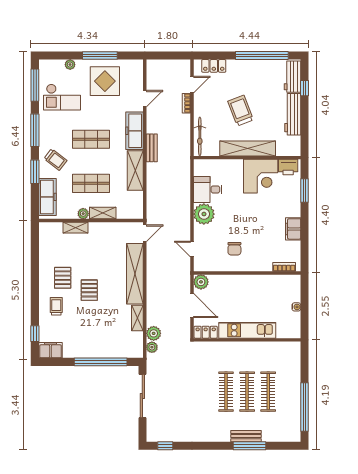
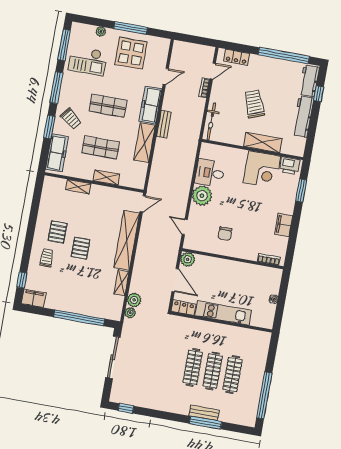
shelving: (248, 148) -> (263, 143), width x0.68
plant: (83, 214) -> (88, 175), removed

